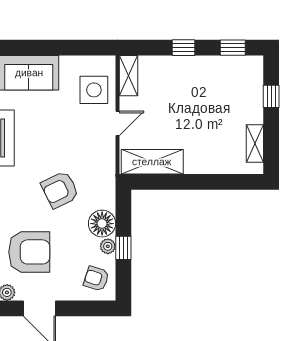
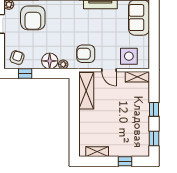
armchair: (60, 190) -> (86, 54), moved, turned -64
plant: (108, 246) -> (63, 64), moved
window: (123, 248) -> (25, 74), moved

